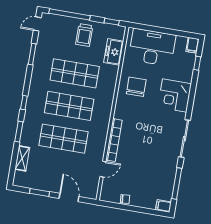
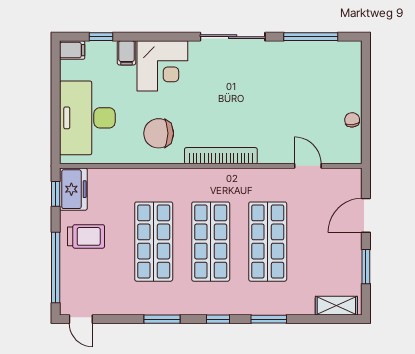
freezer: (114, 52) -> (73, 189), moved, turned -90
window: (32, 54) -> (162, 319), moved
bookcase: (114, 140) -> (221, 156), moved
shelving: (22, 158) -> (336, 306), moved
filing cabinet: (163, 206) -> (127, 53), moved

